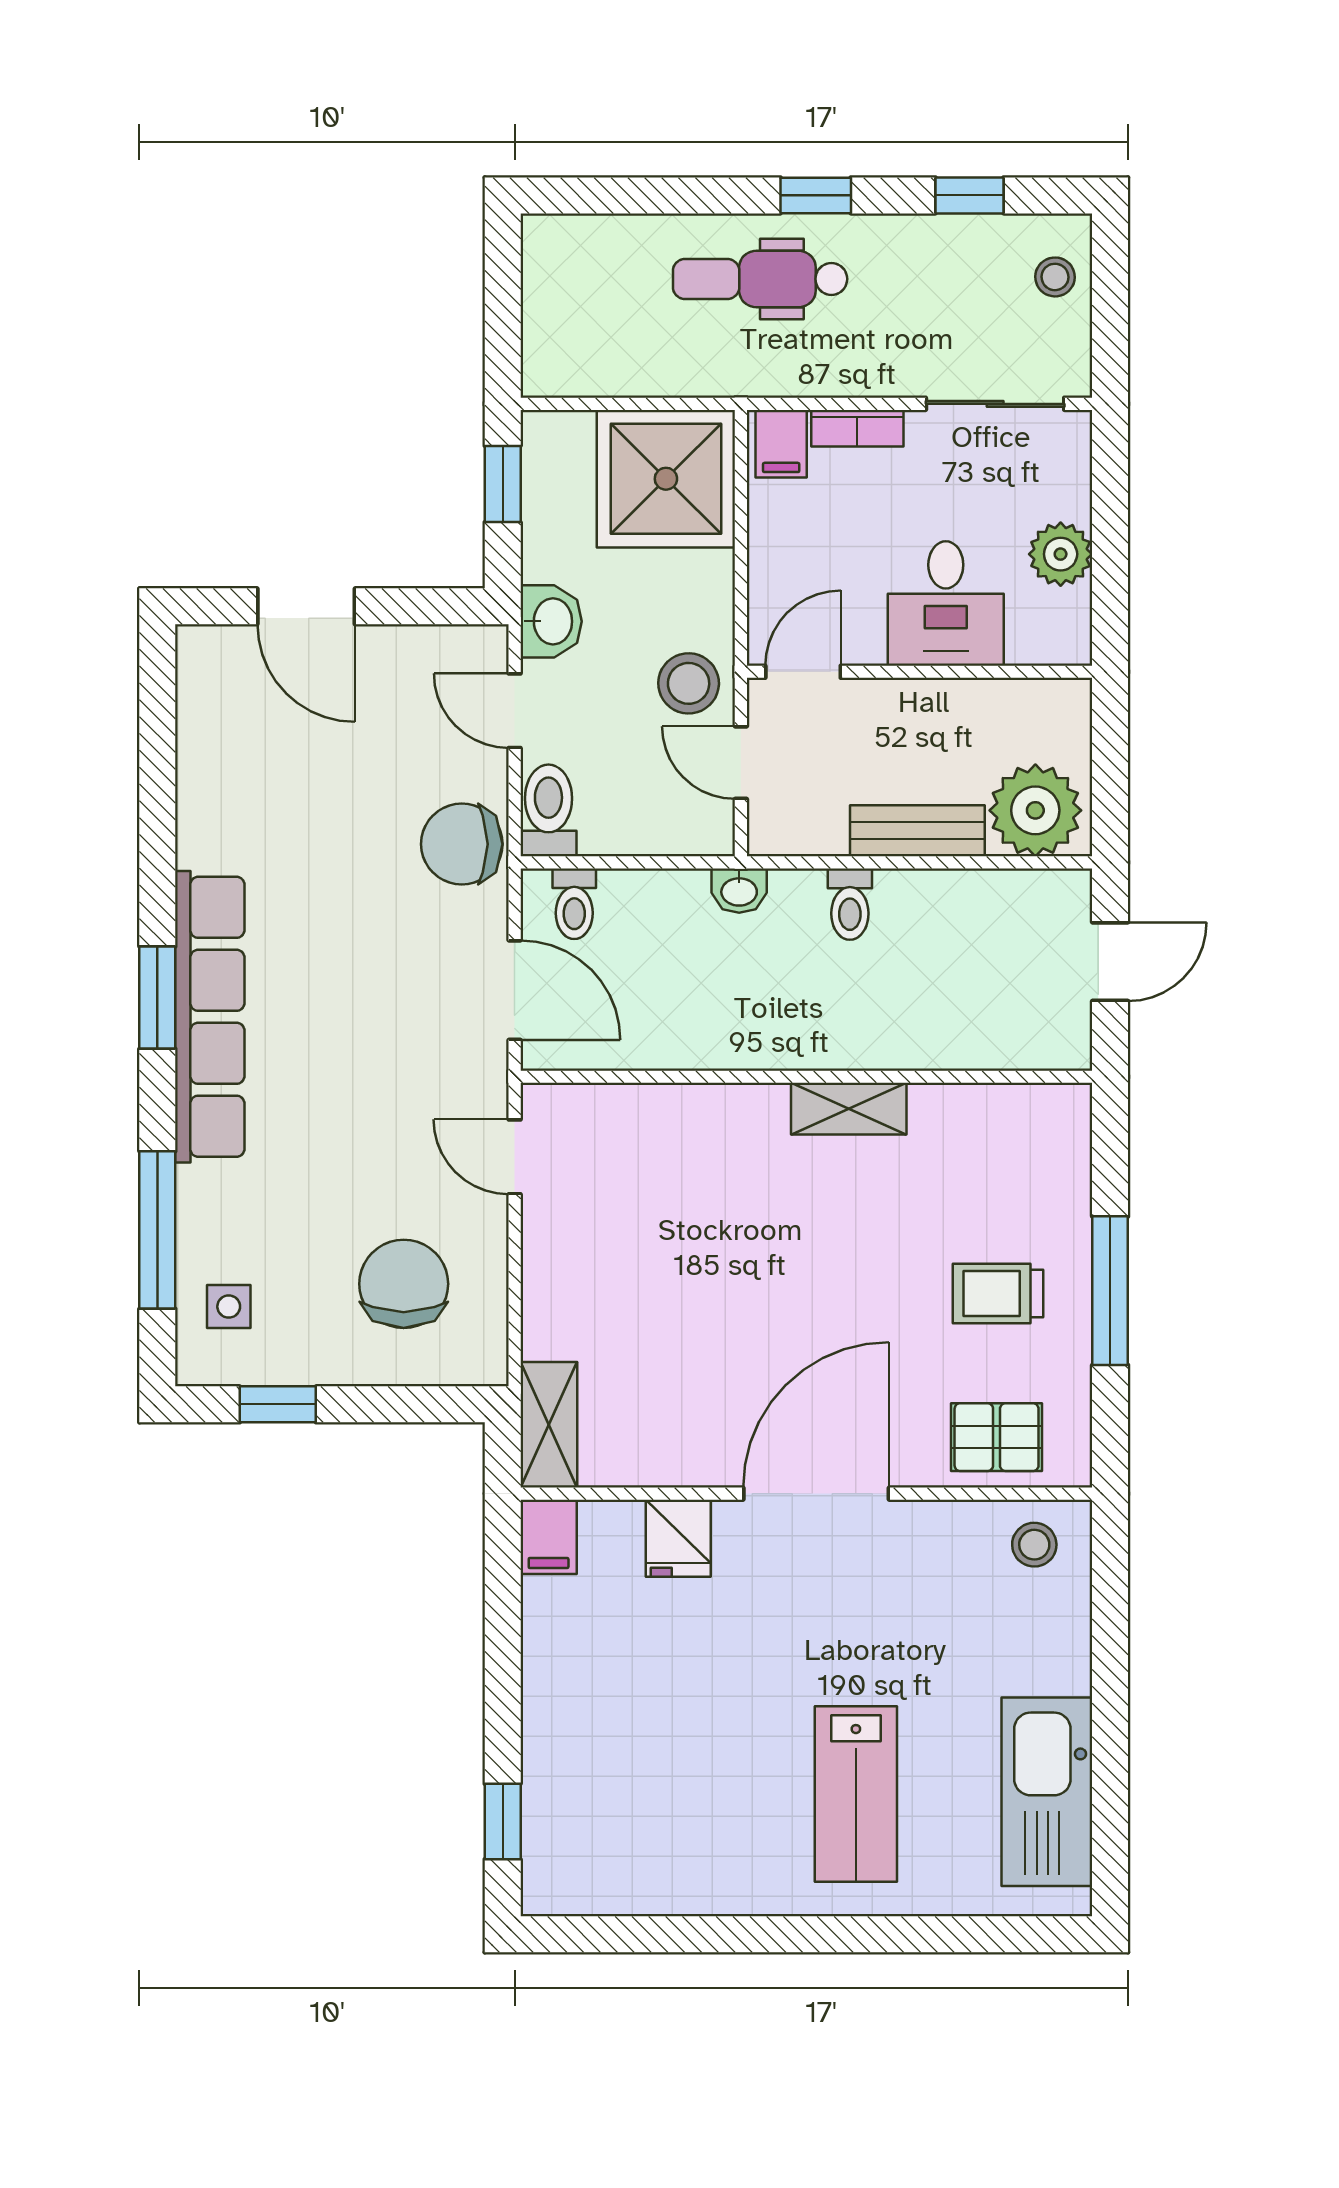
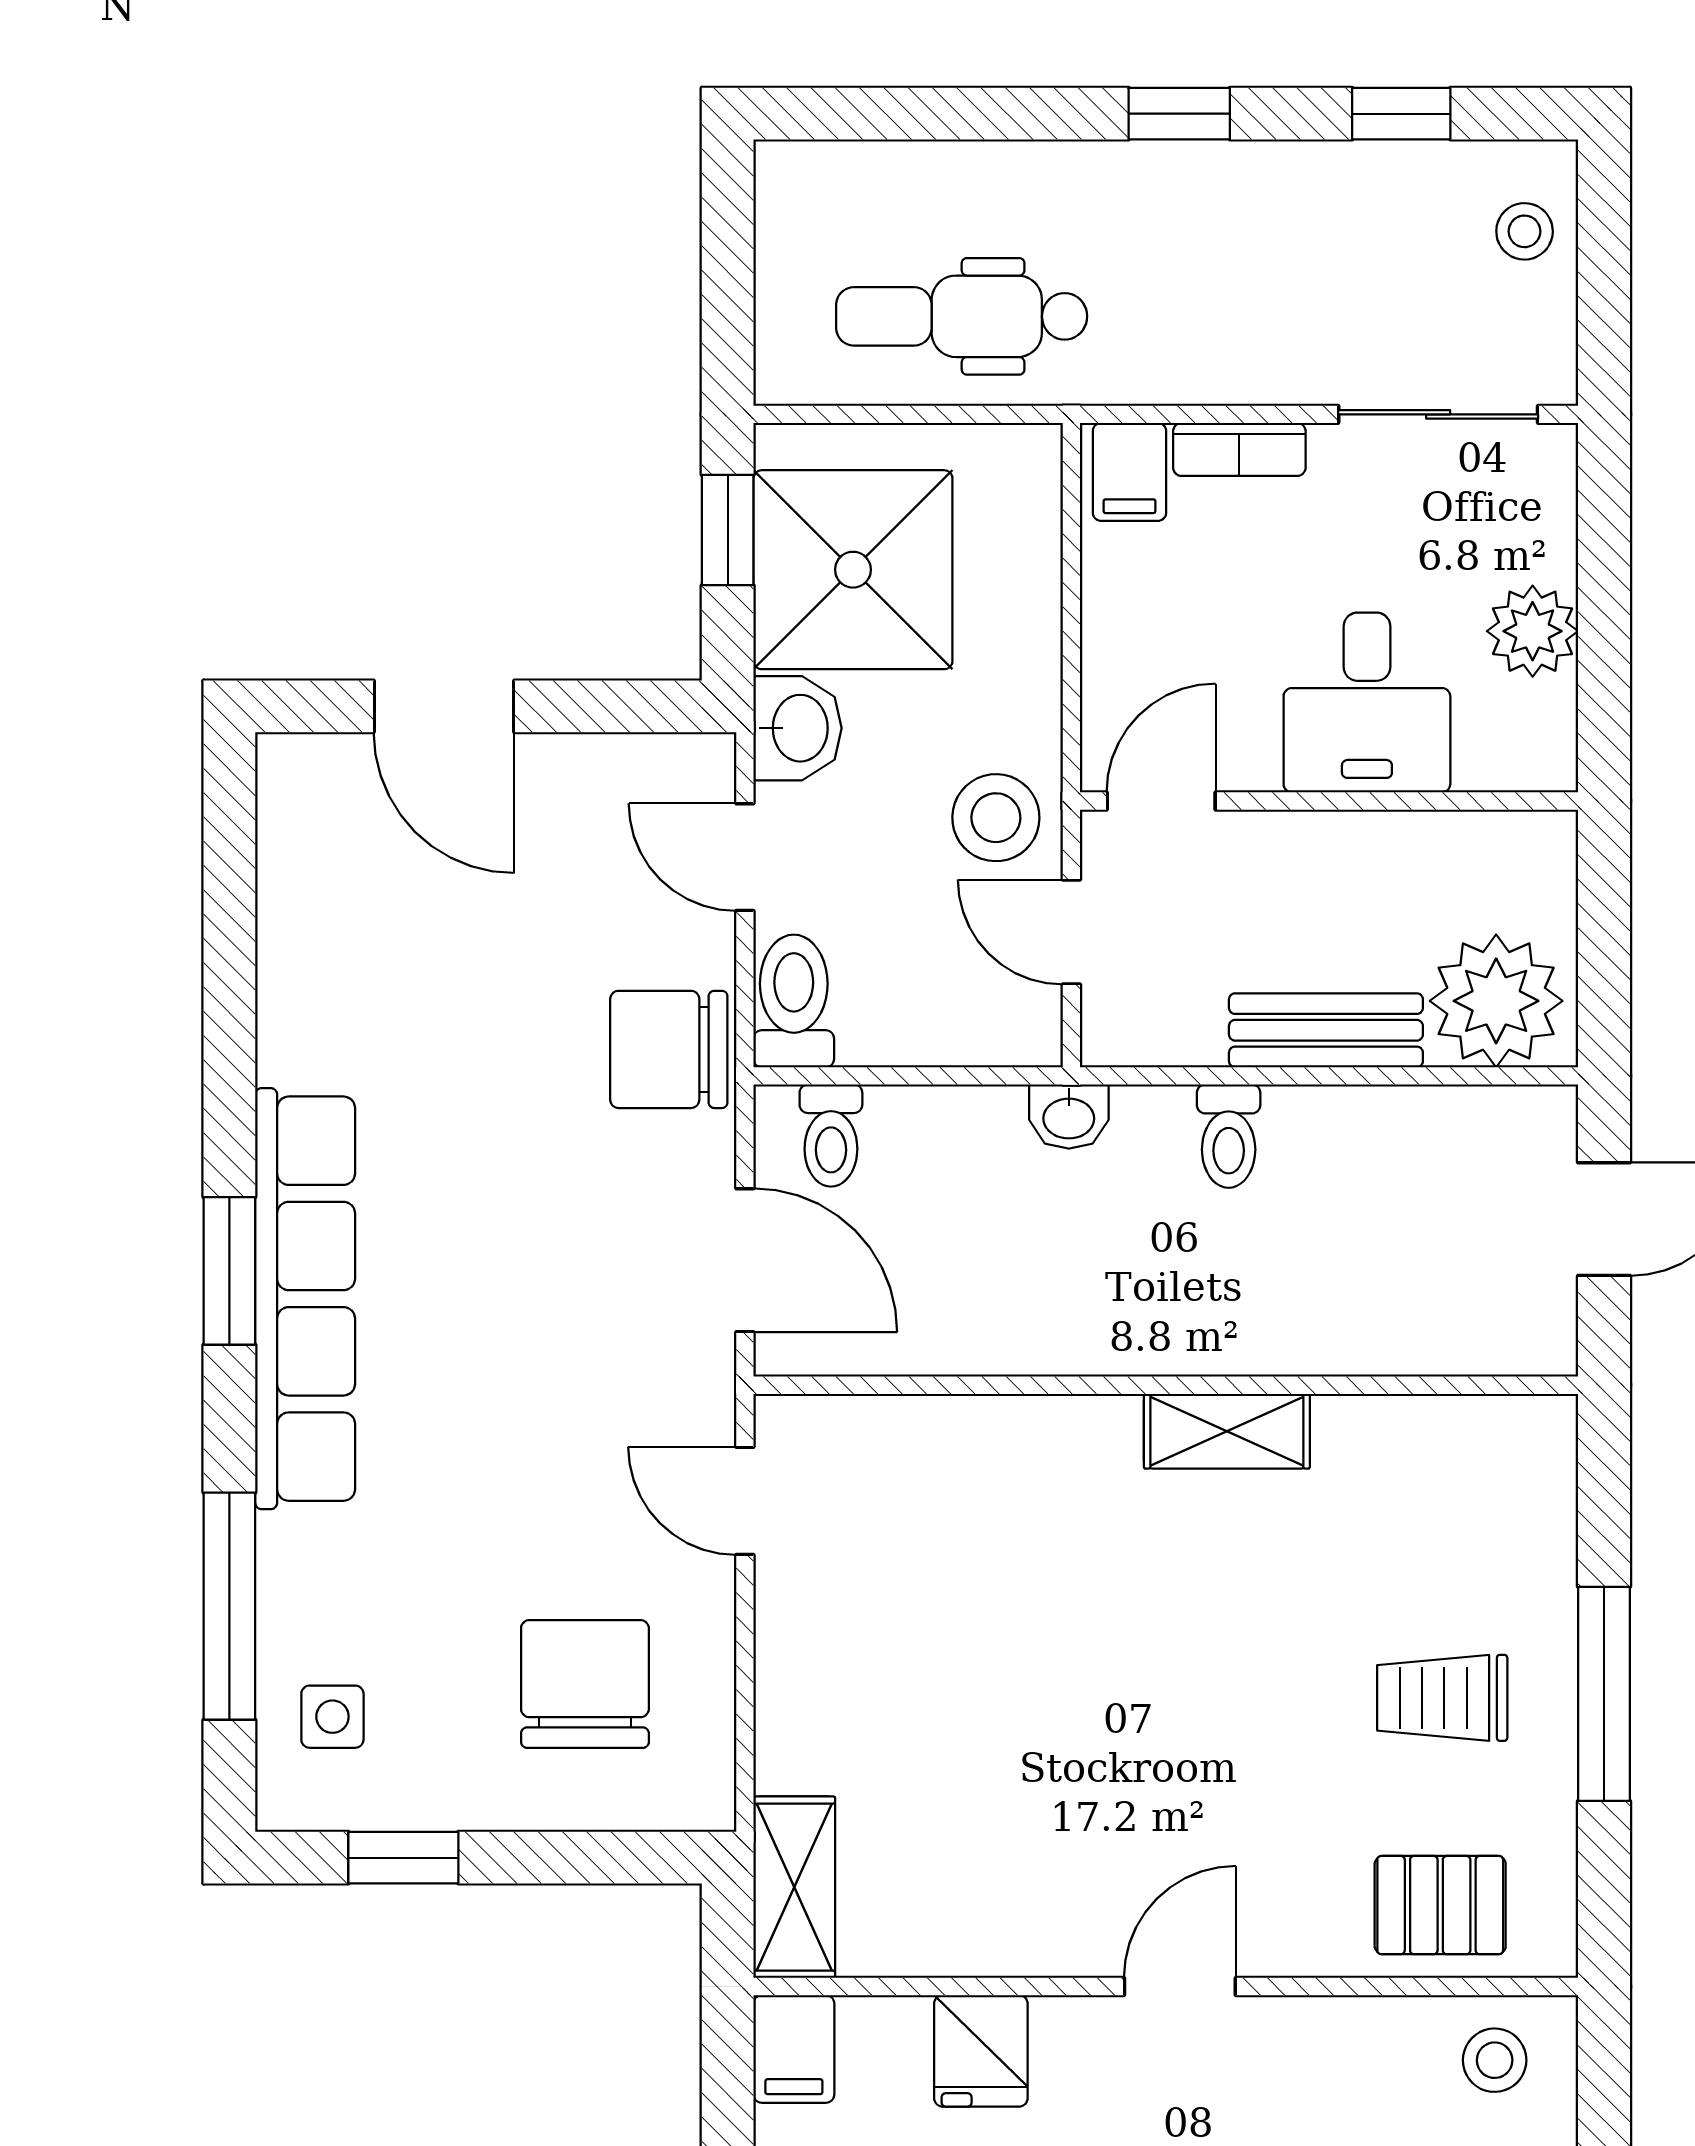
dental chair: (760, 279) -> (962, 316), moved
shower: (666, 479) -> (853, 570), moved
door: (816, 1494) -> (1180, 1987), width x0.53

